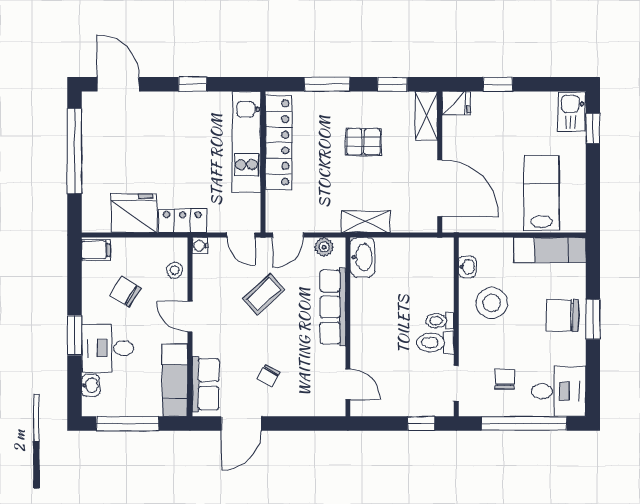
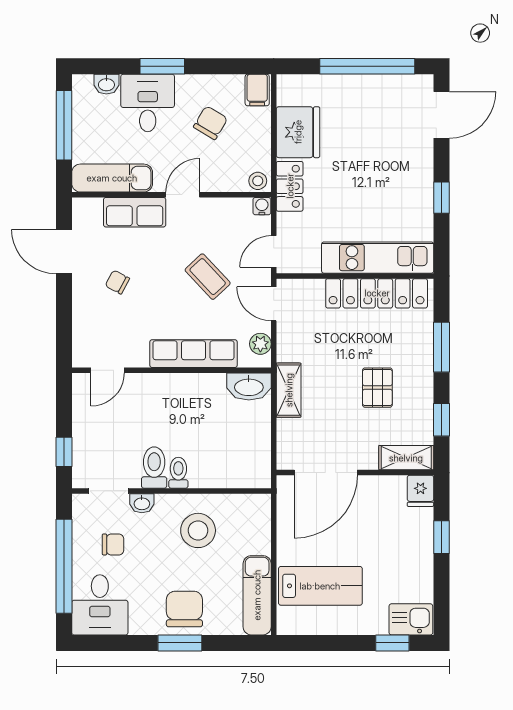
washbasin: (467, 267) -> (142, 503), moved
stool: (174, 270) -> (258, 181), moved
row of seats: (206, 384) -> (135, 212), moved

